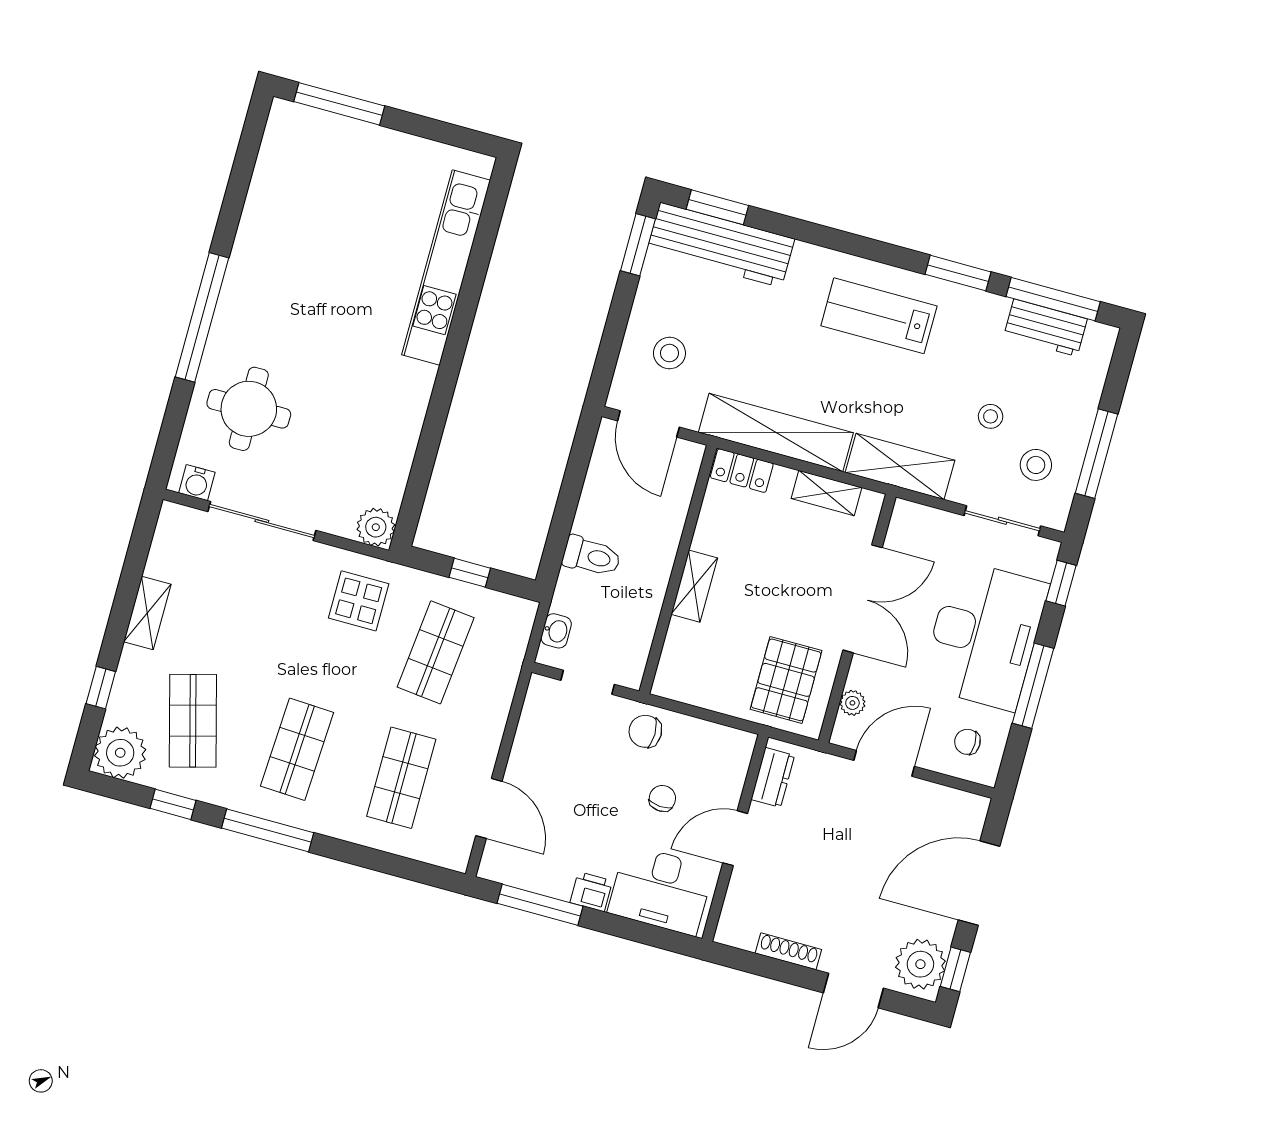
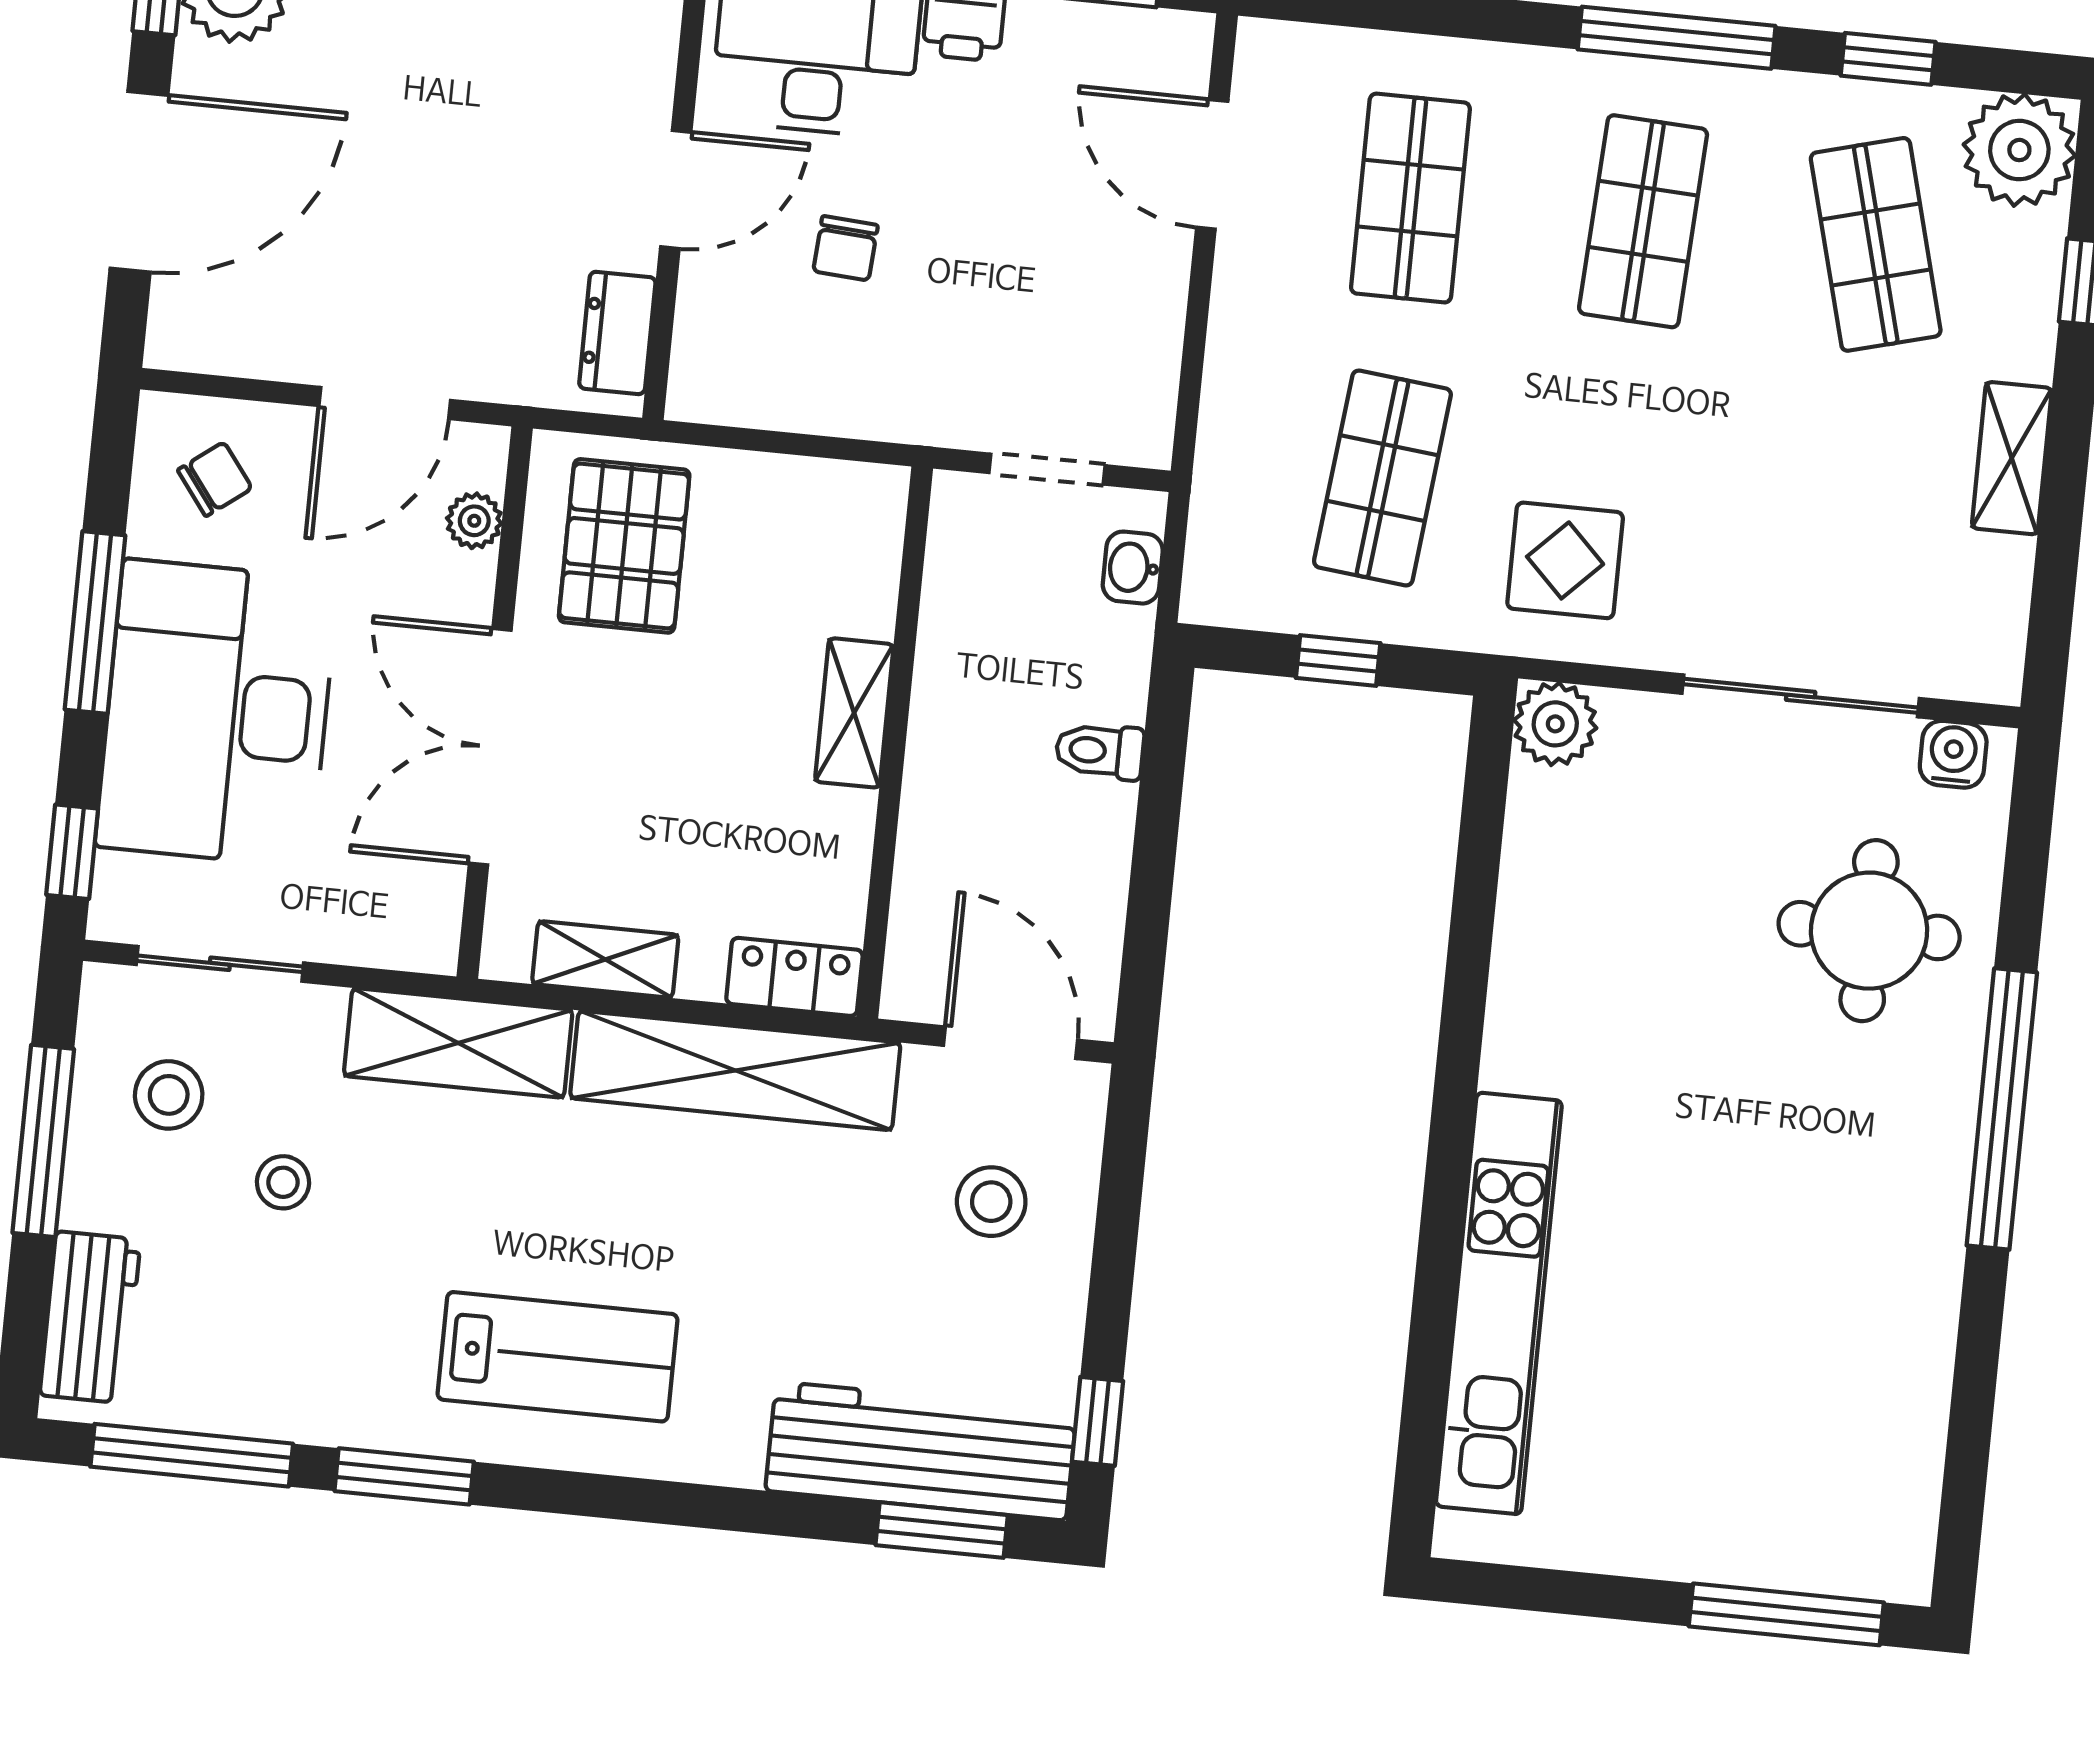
window: (638, 245) -> (1098, 1421), width x0.67
workbench: (1046, 328) -> (90, 1317), moved, turned 90
toilet: (592, 556) -> (1100, 751), width x0.73, depth x0.72
chair: (645, 731) -> (906, 385), removed
chair: (967, 742) -> (215, 479), turned -37

